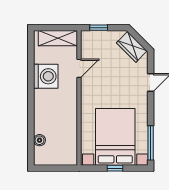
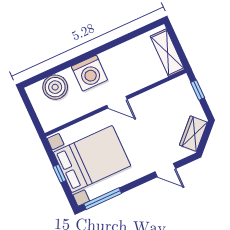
door: (79, 68) -> (117, 102), moved
washing machine: (46, 76) -> (89, 73), moved
boiler: (39, 140) -> (55, 87), width x1.86, depth x1.86

